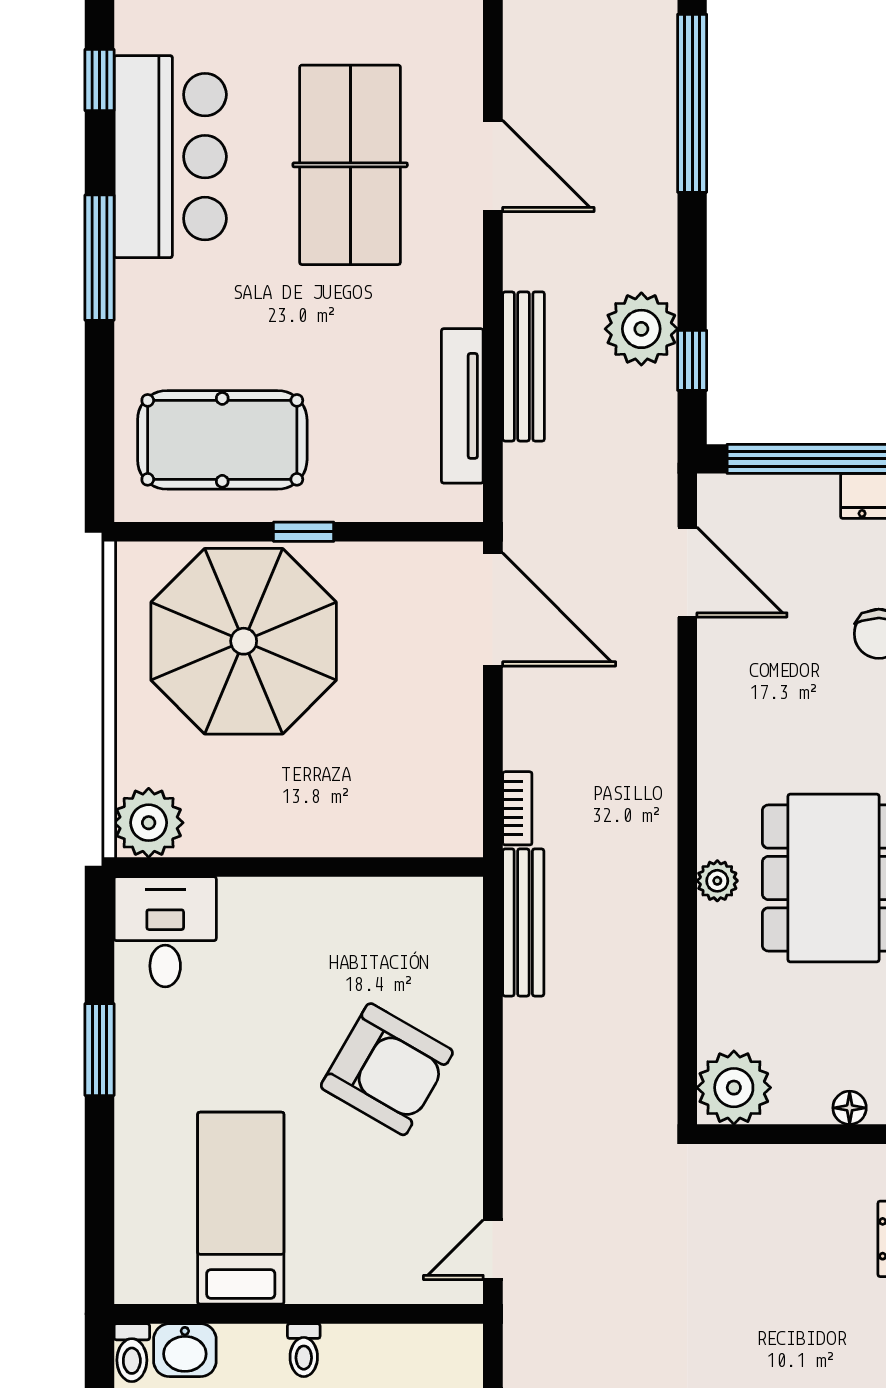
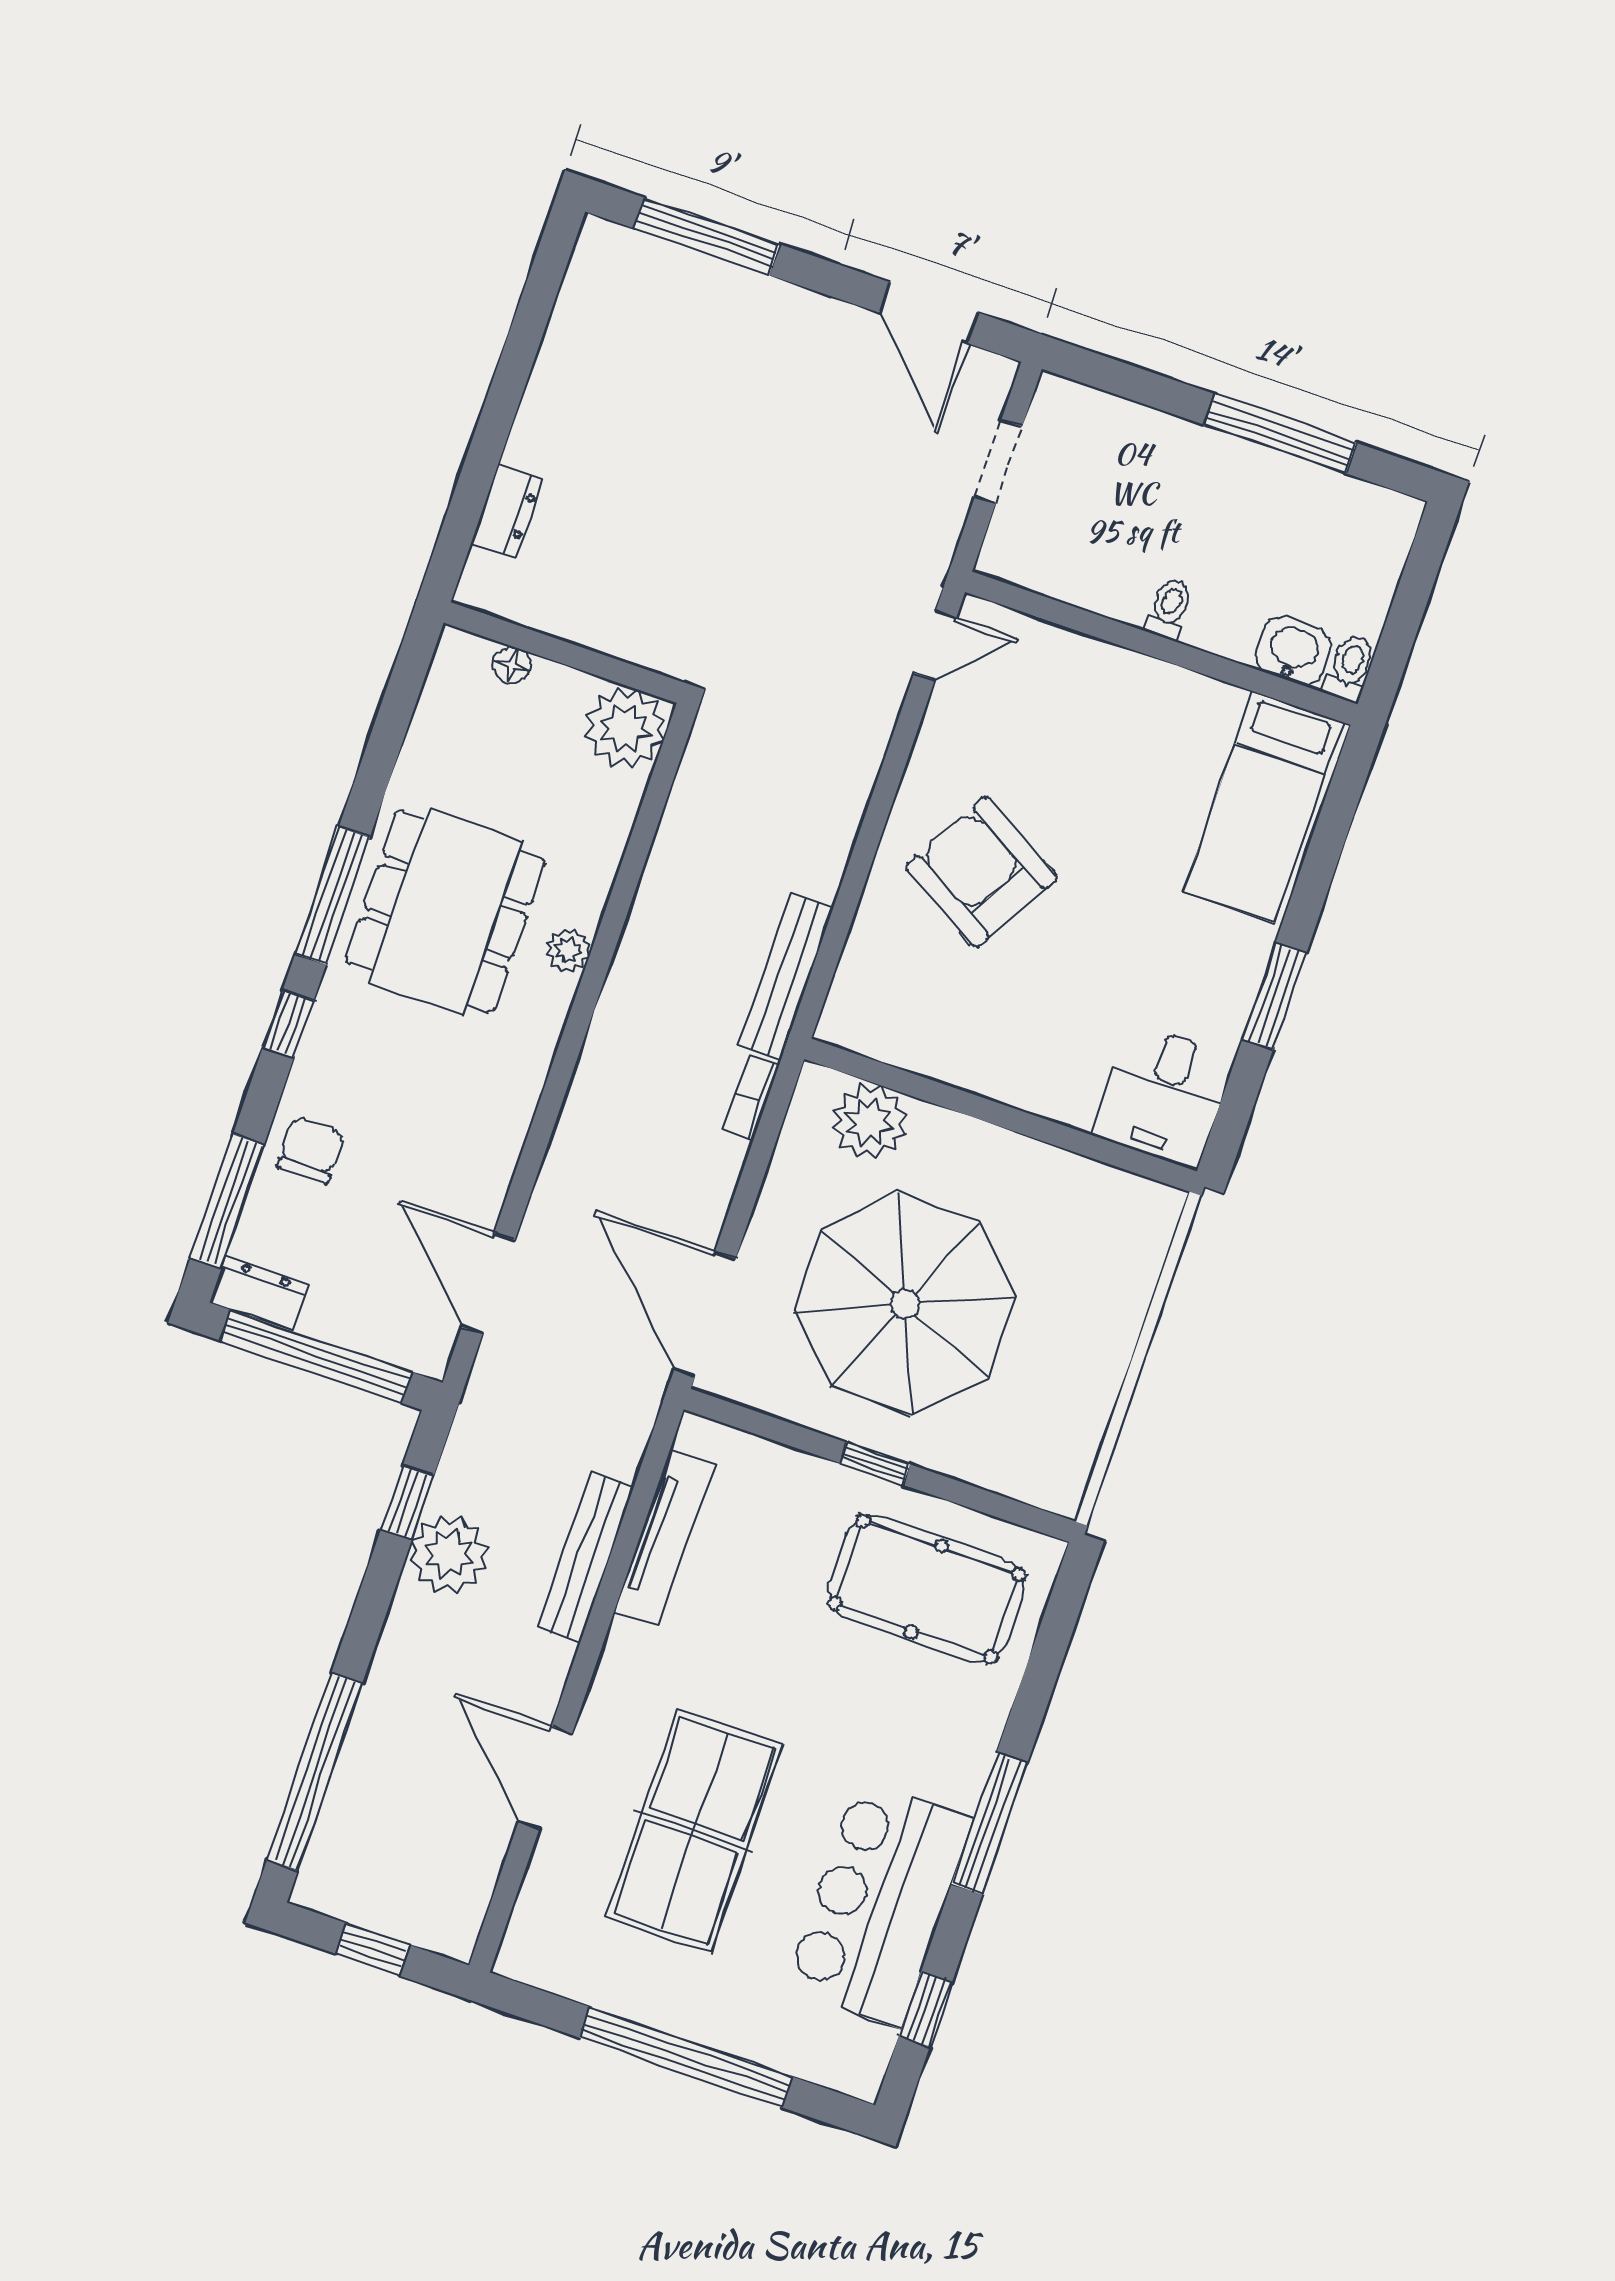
parasol: (244, 641) -> (905, 1304), moved
plant: (149, 823) -> (869, 1122), moved
bed: (241, 1208) -> (1263, 807), moved

